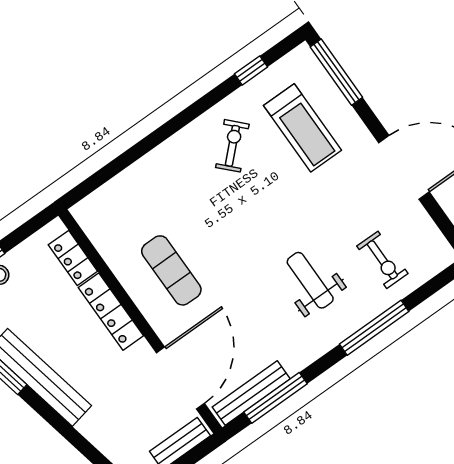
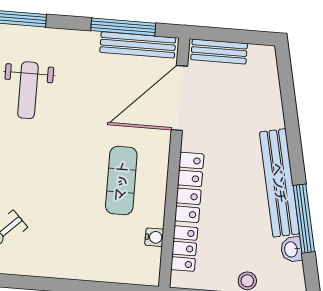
water cooler: (105, 247) -> (154, 237), added

